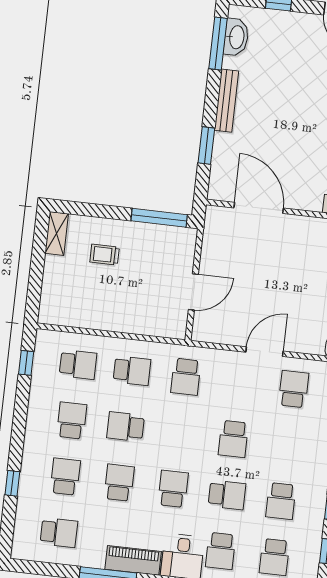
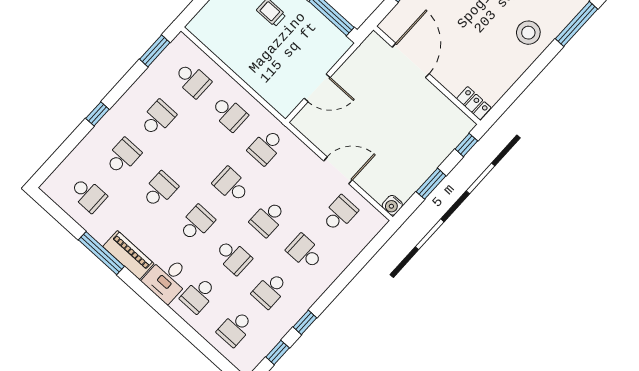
window: (26, 363) -> (155, 51), width x1.50
school desk: (126, 427) -> (231, 185), moved
school desk: (287, 445) -> (305, 252), added
window: (12, 483) -> (97, 114), moved

